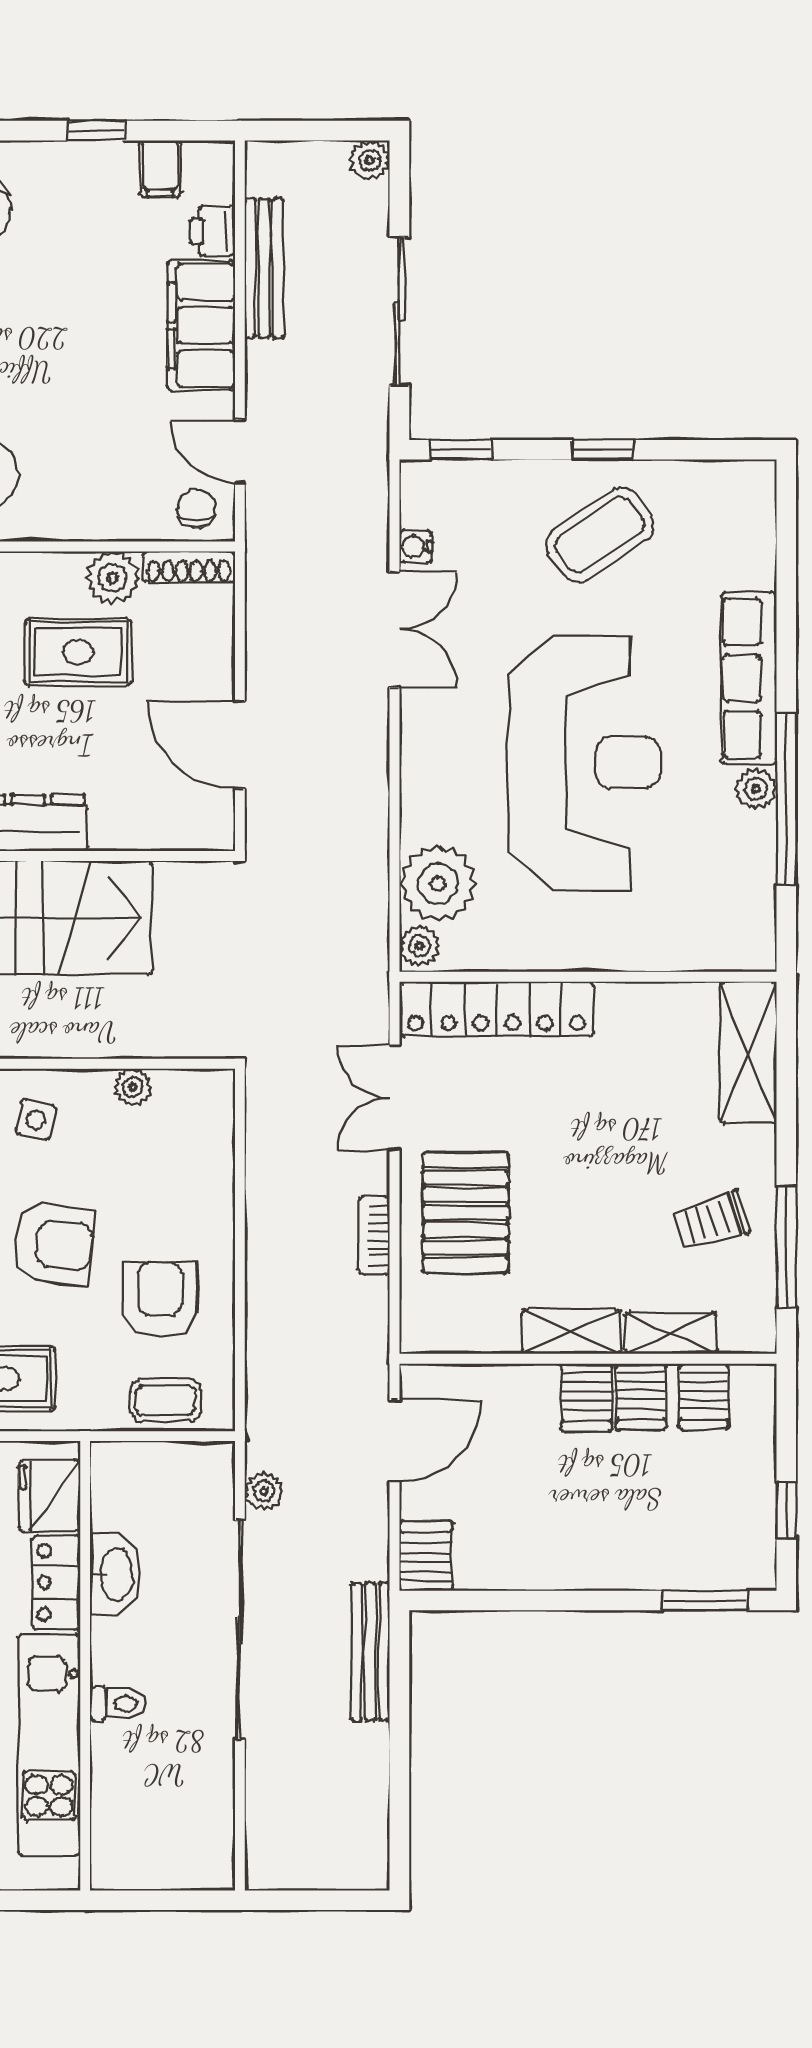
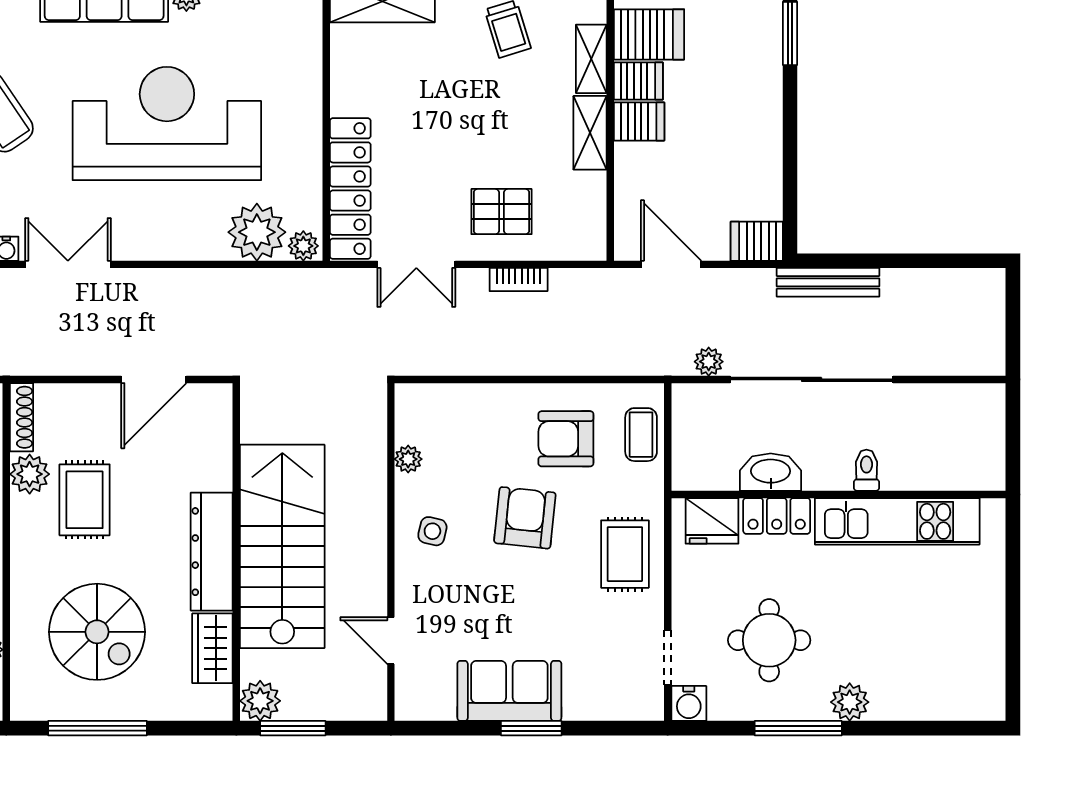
pallet: (466, 1213) -> (501, 212), width x0.67, depth x0.71
server rack: (704, 1397) -> (649, 34), width x1.36, depth x1.44

